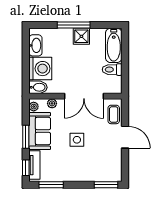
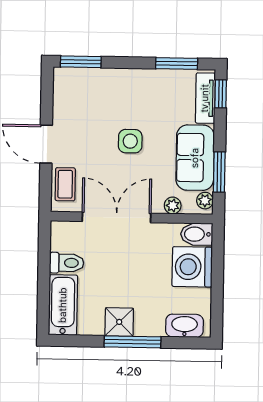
washbasin: (35, 45) -> (184, 326), moved, turned 90
window: (26, 137) -> (219, 172), moved

